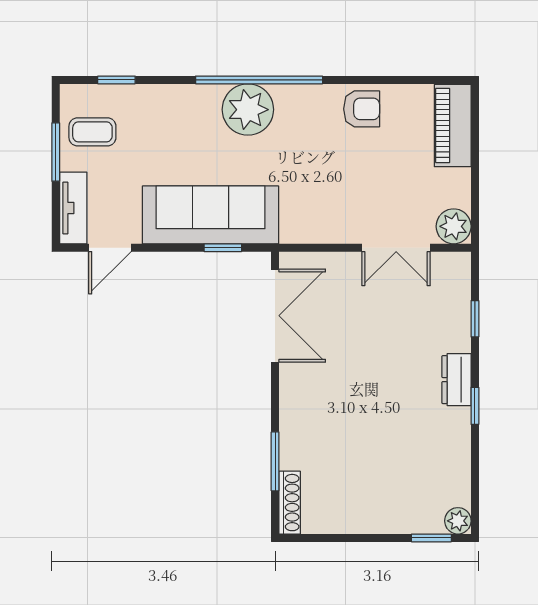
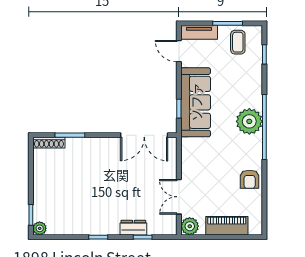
piano: (453, 126) -> (227, 226), moved
dresser: (456, 380) -> (133, 228), moved

